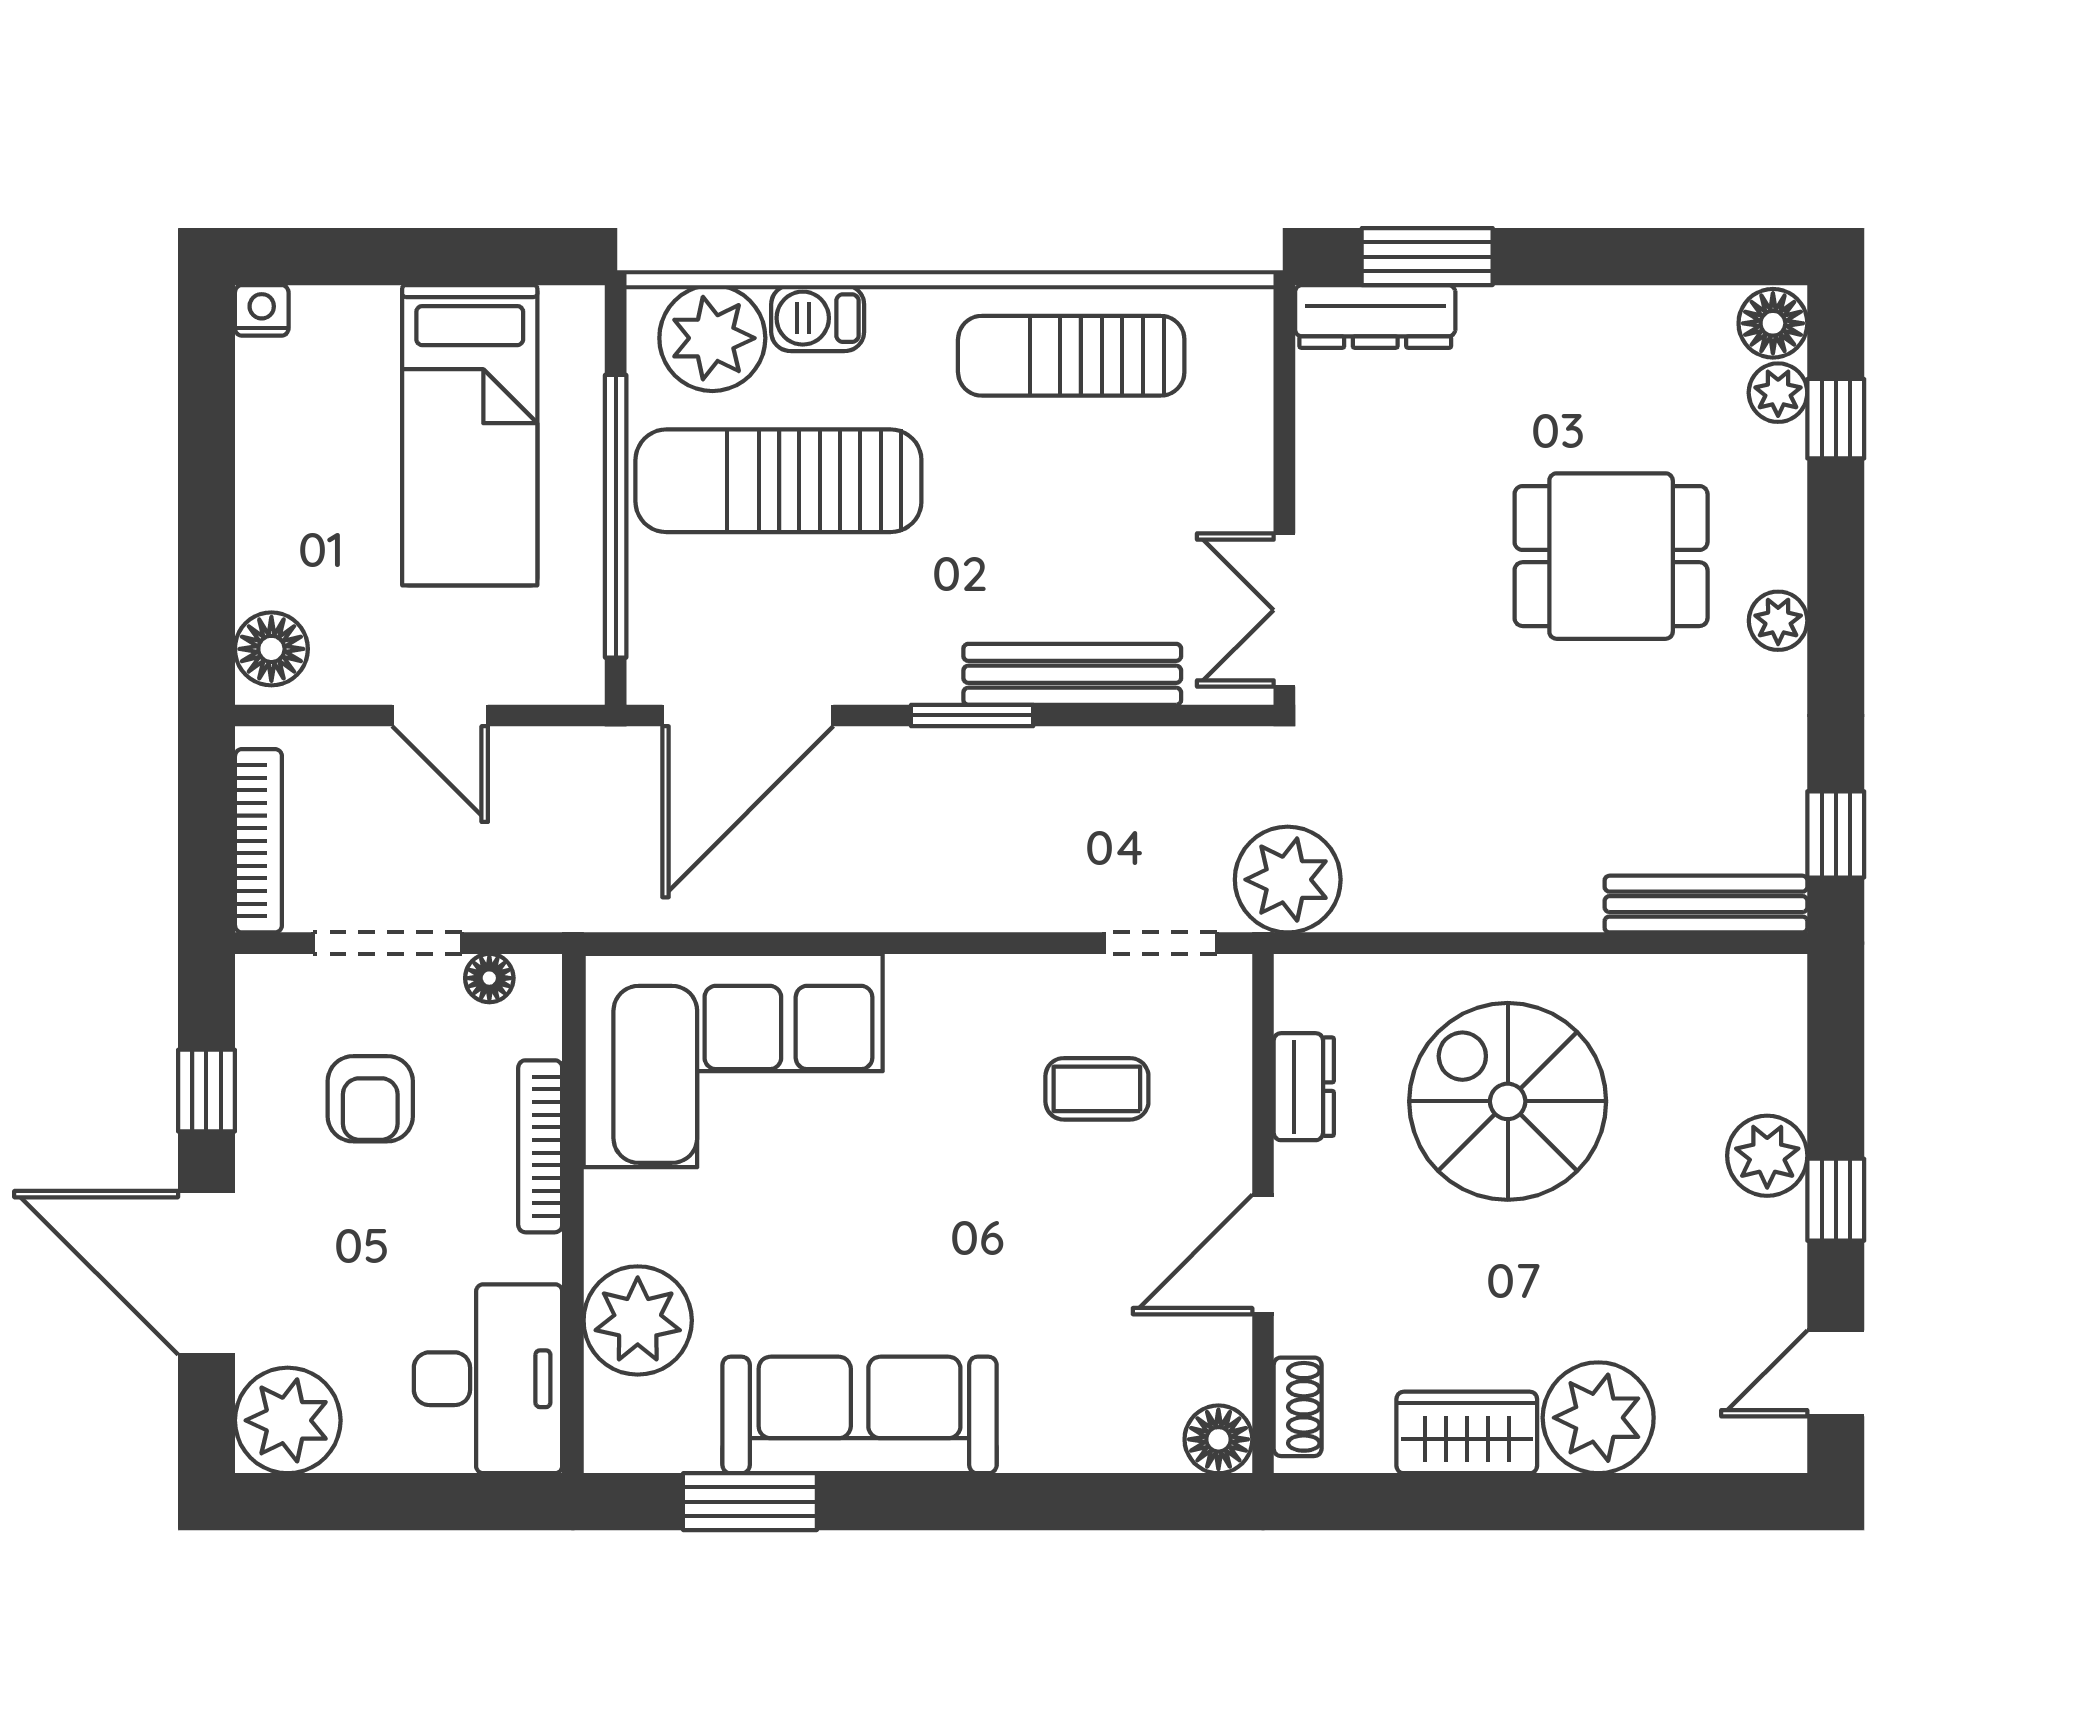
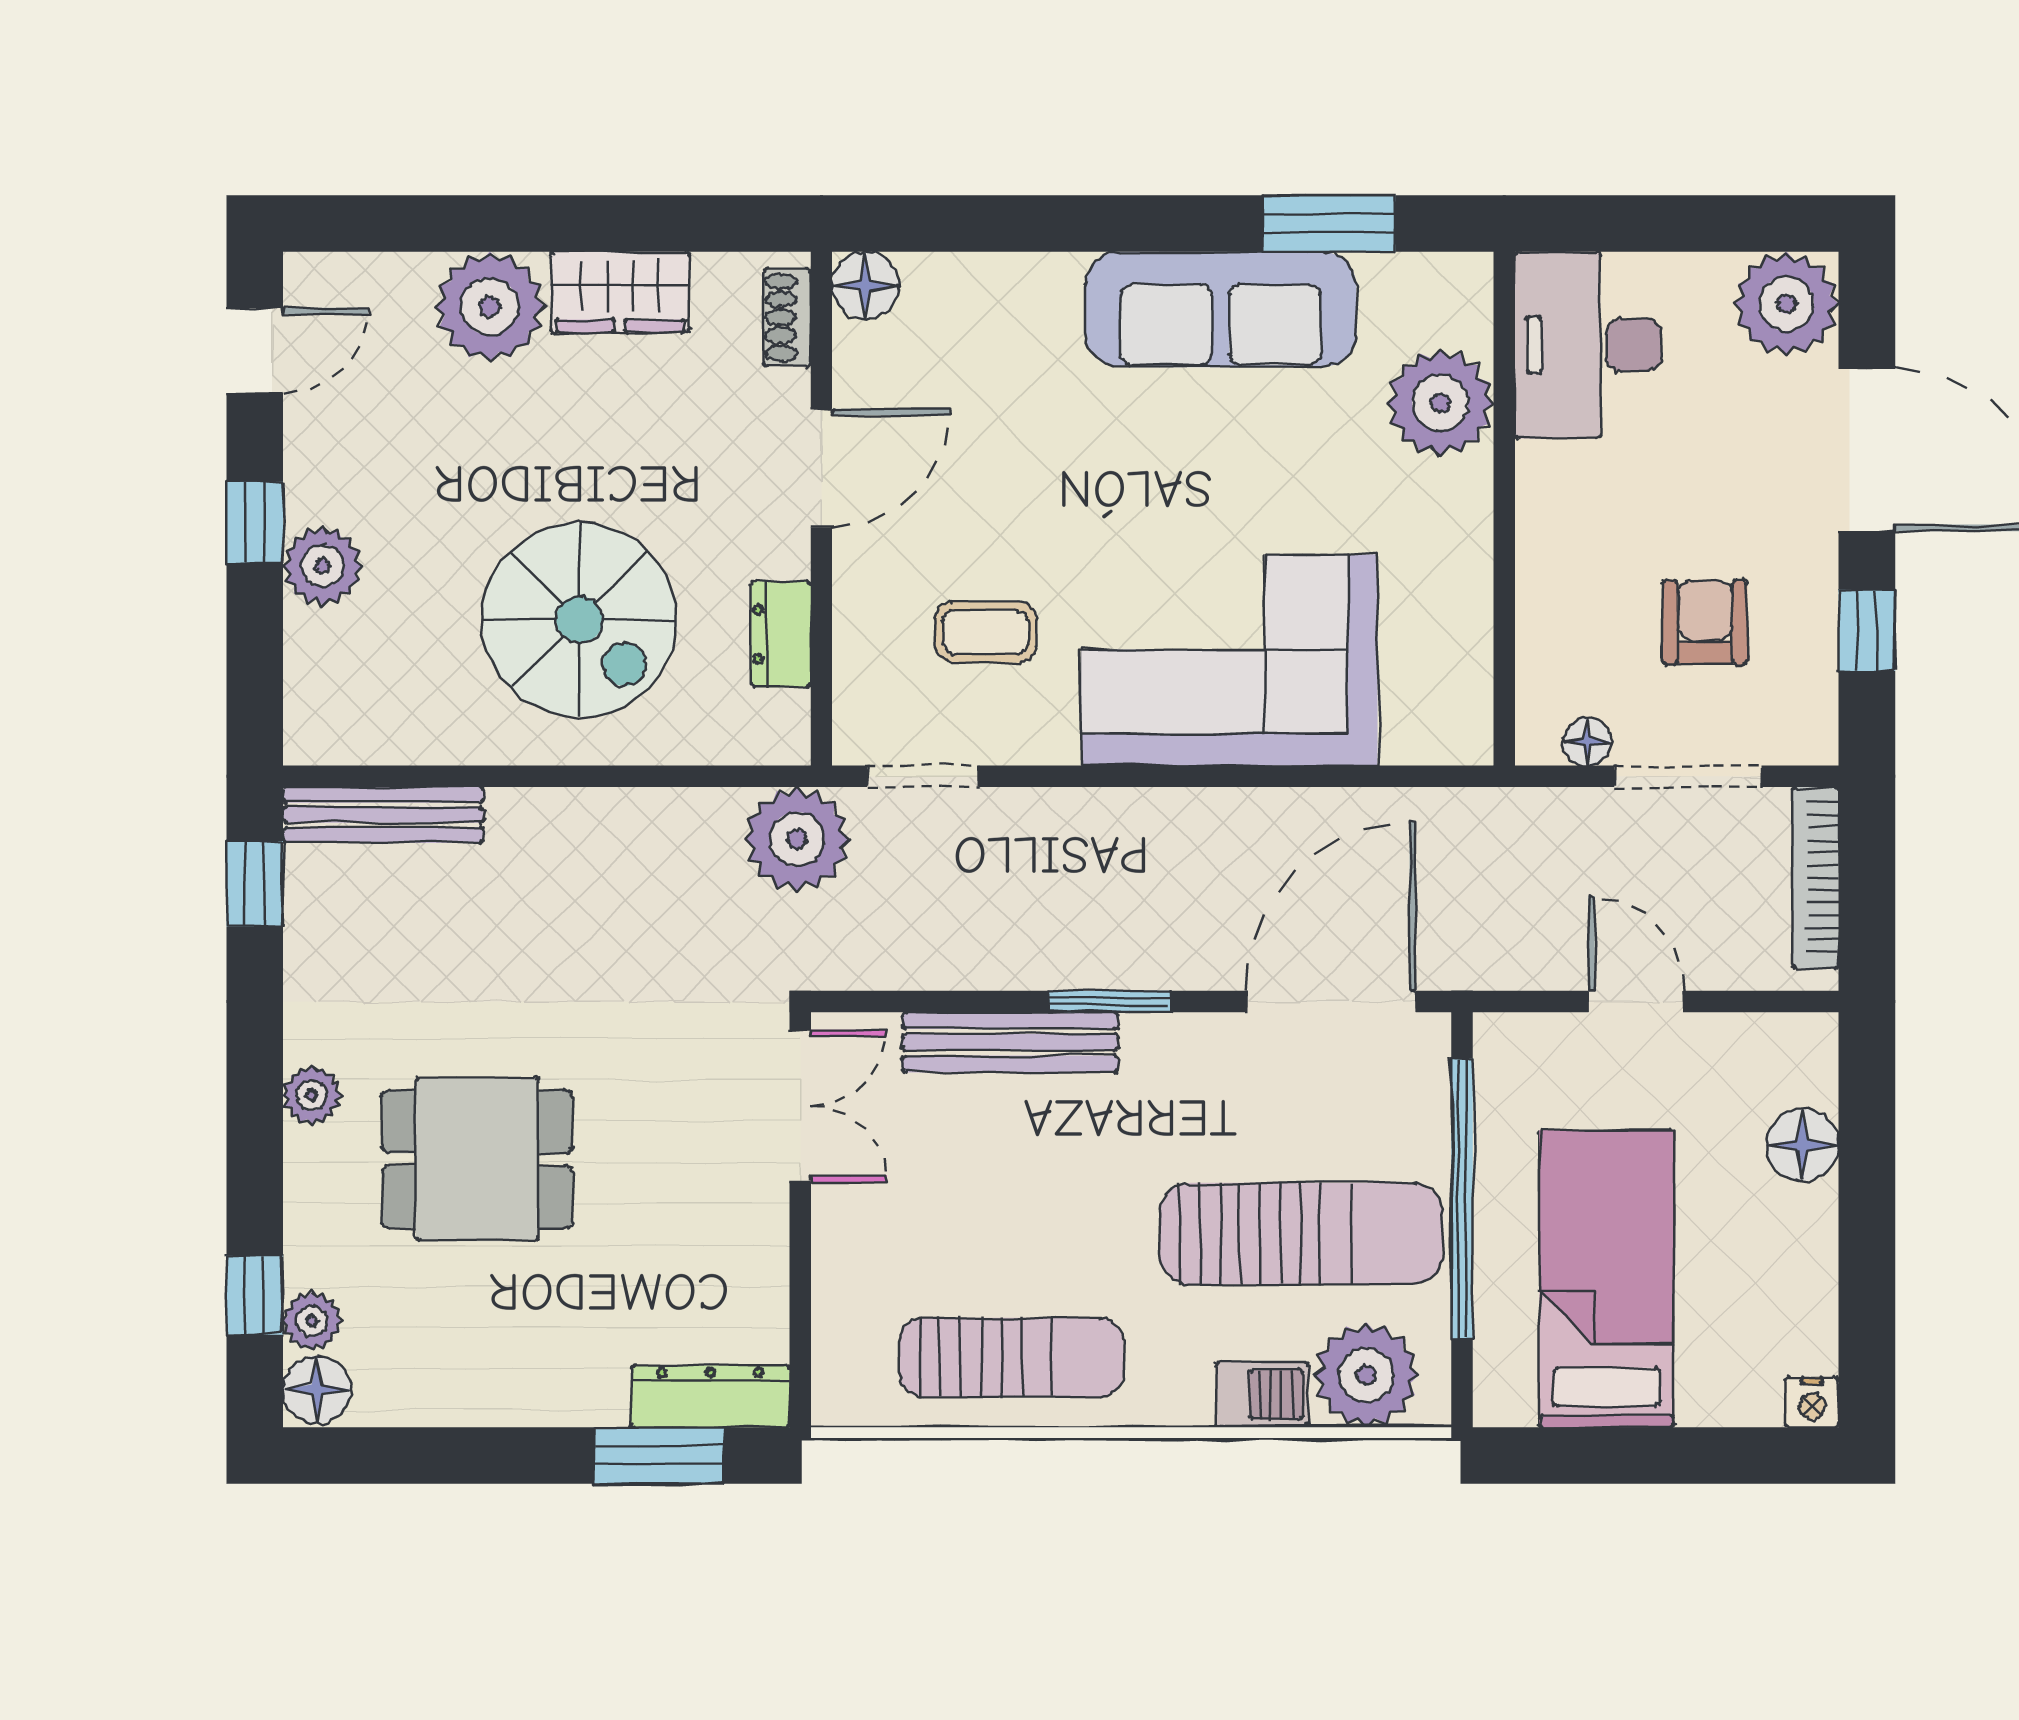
floor lamp: (271, 649) -> (1803, 1145), moved
corner sofa: (733, 1061) -> (1229, 660), moved
bookcase: (540, 1146) -> (1537, 575), removed

